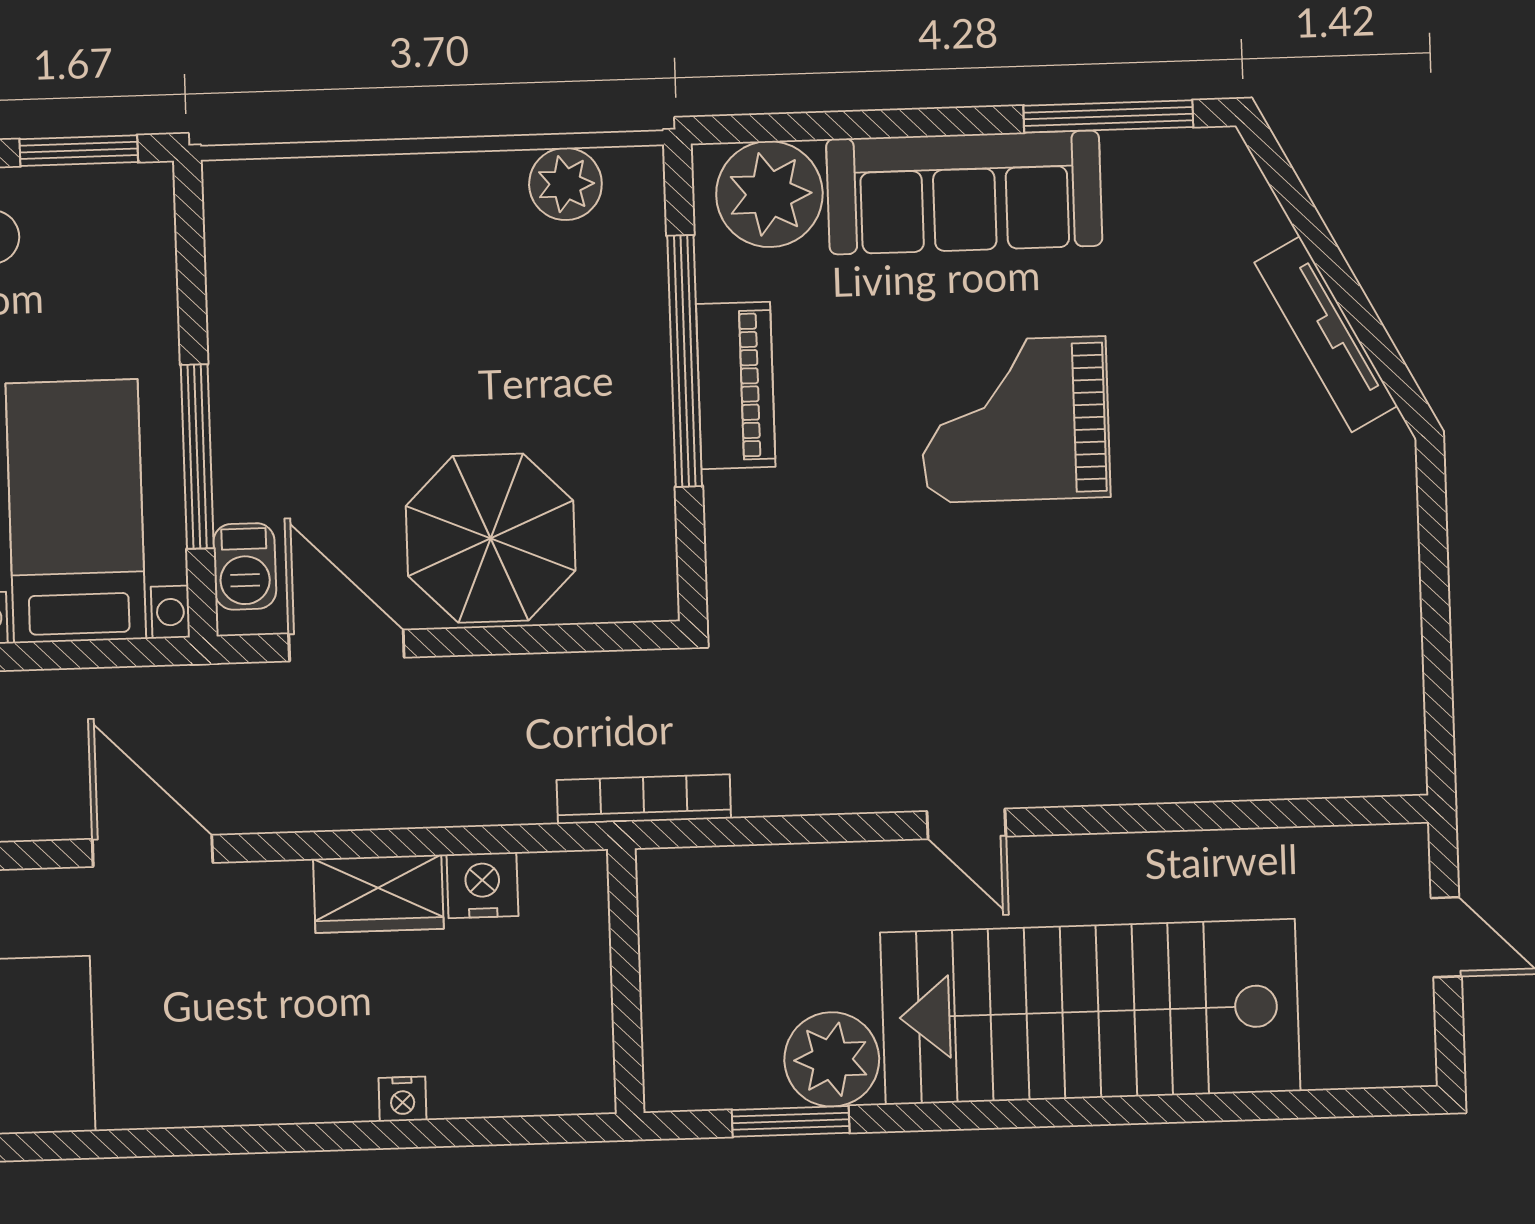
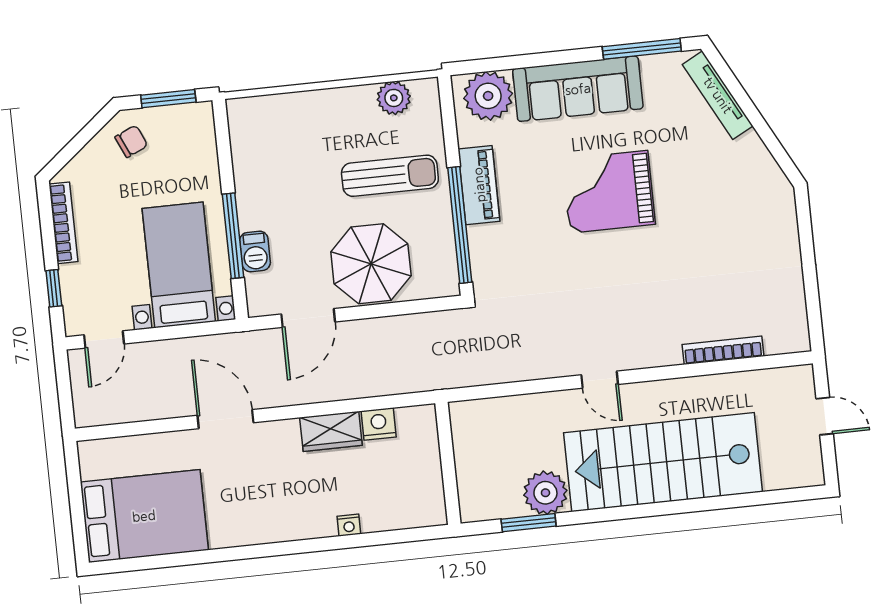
tv unit: (1326, 334) -> (718, 95), moved
sun lounger: (545, 351) -> (390, 176), added
window: (685, 361) -> (460, 225), moved
barbecue: (245, 566) -> (255, 251), moved
door: (346, 646) -> (308, 318), swing flipped
bookcase: (644, 799) -> (723, 350), moved

